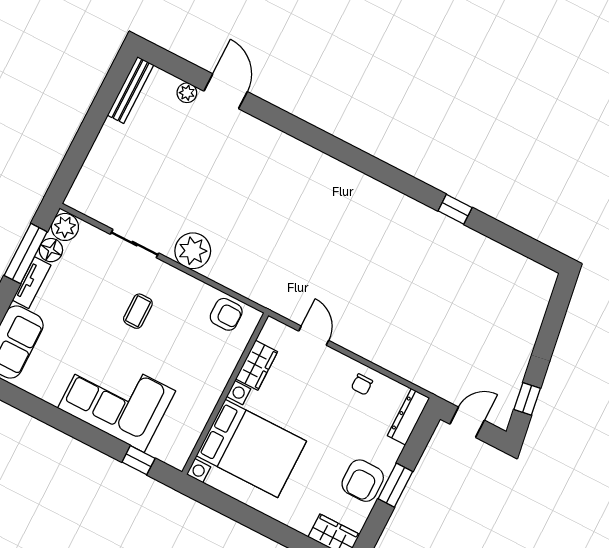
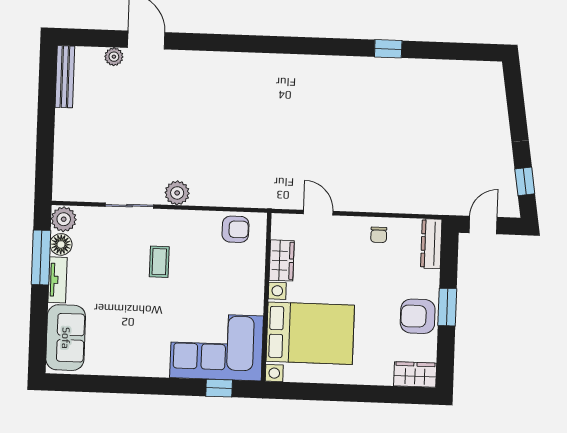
plant: (193, 251) -> (177, 193), width x0.73, depth x0.73
corner sofa: (117, 400) -> (217, 347), moved
armchair: (363, 481) -> (418, 316), turned 90

